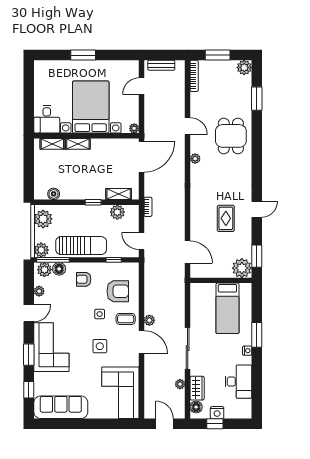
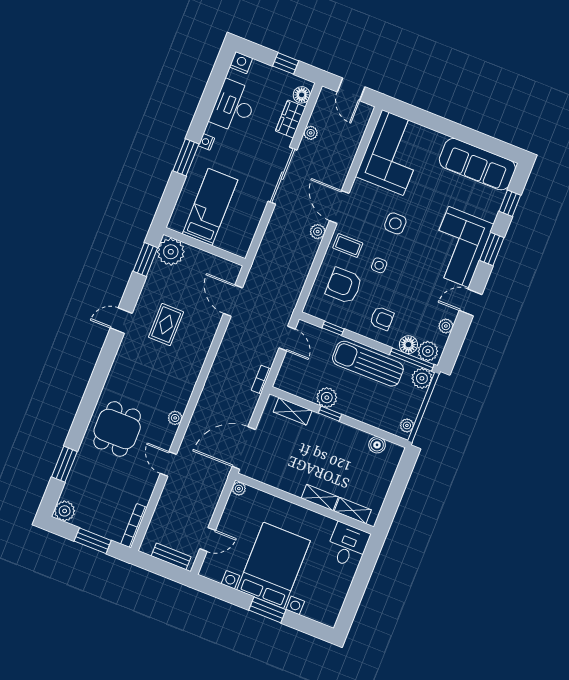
bed with nightstands: (91, 107) -> (274, 565), moved, turned 180
plant: (117, 212) -> (327, 398), moved
plant: (43, 219) -> (407, 425), width x0.53, depth x0.53
nightstand: (217, 413) -> (241, 63), moved

